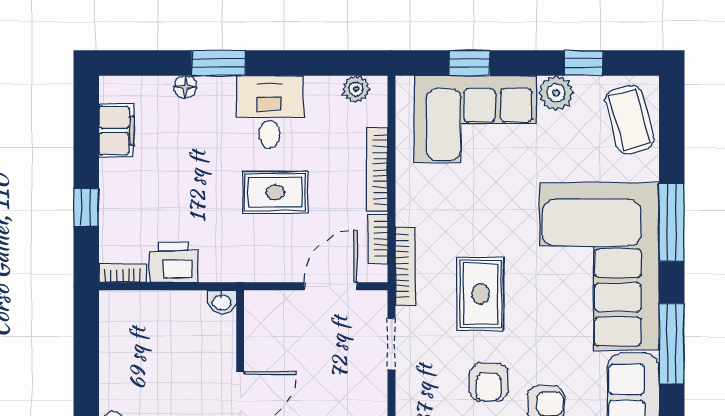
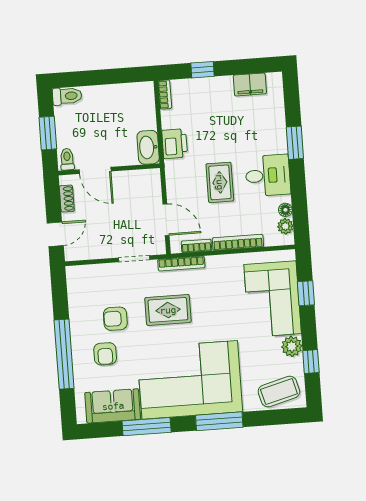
floor lamp: (185, 87) -> (285, 210), moved
printer: (173, 263) -> (175, 144), moved
washbasin: (222, 302) -> (148, 147), width x1.91, depth x1.45

